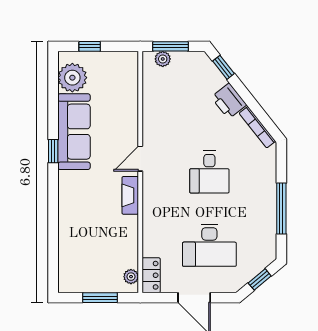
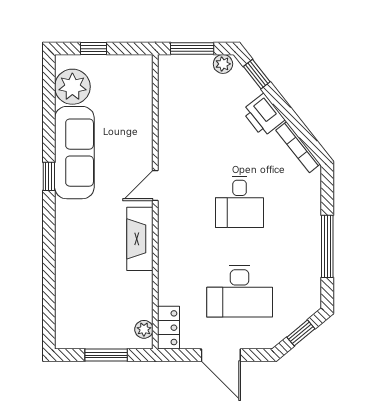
plant: (163, 59) -> (223, 64), moved
fireplace: (130, 195) -> (140, 239), width x1.37, depth x1.32

